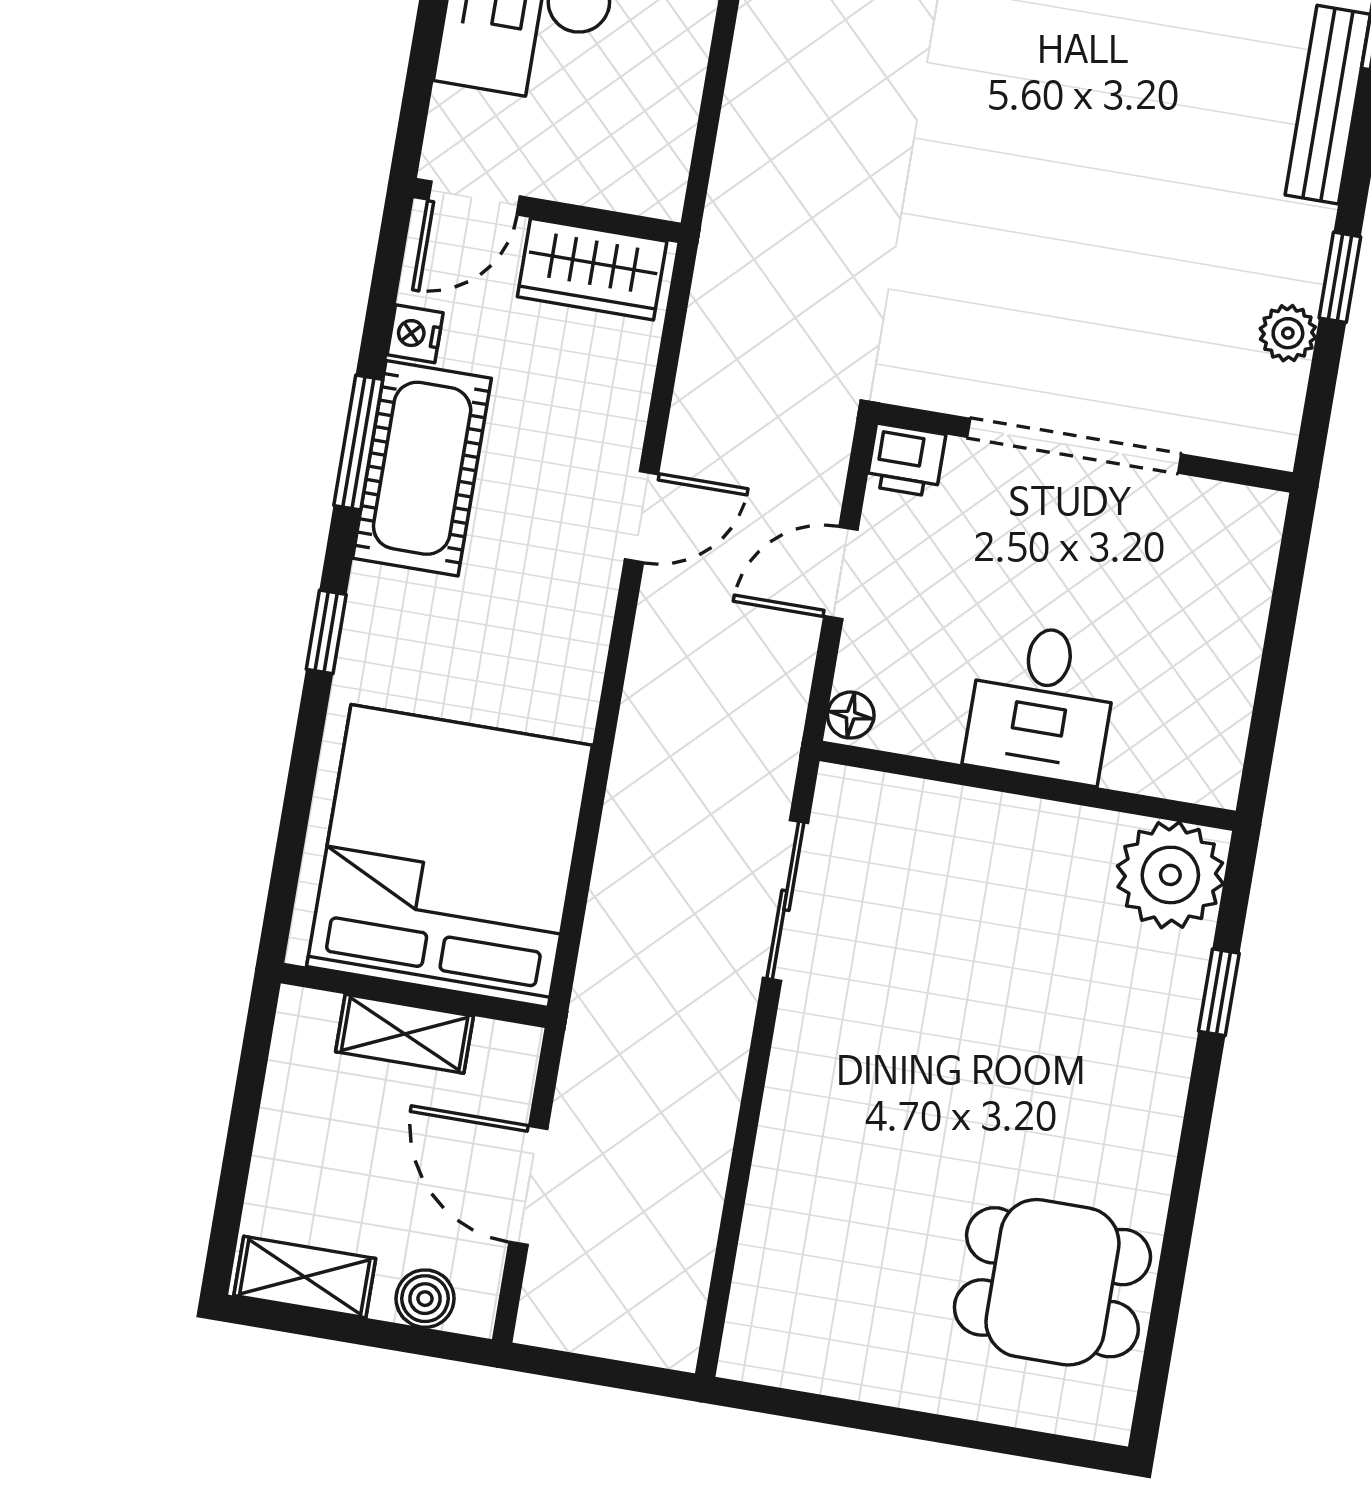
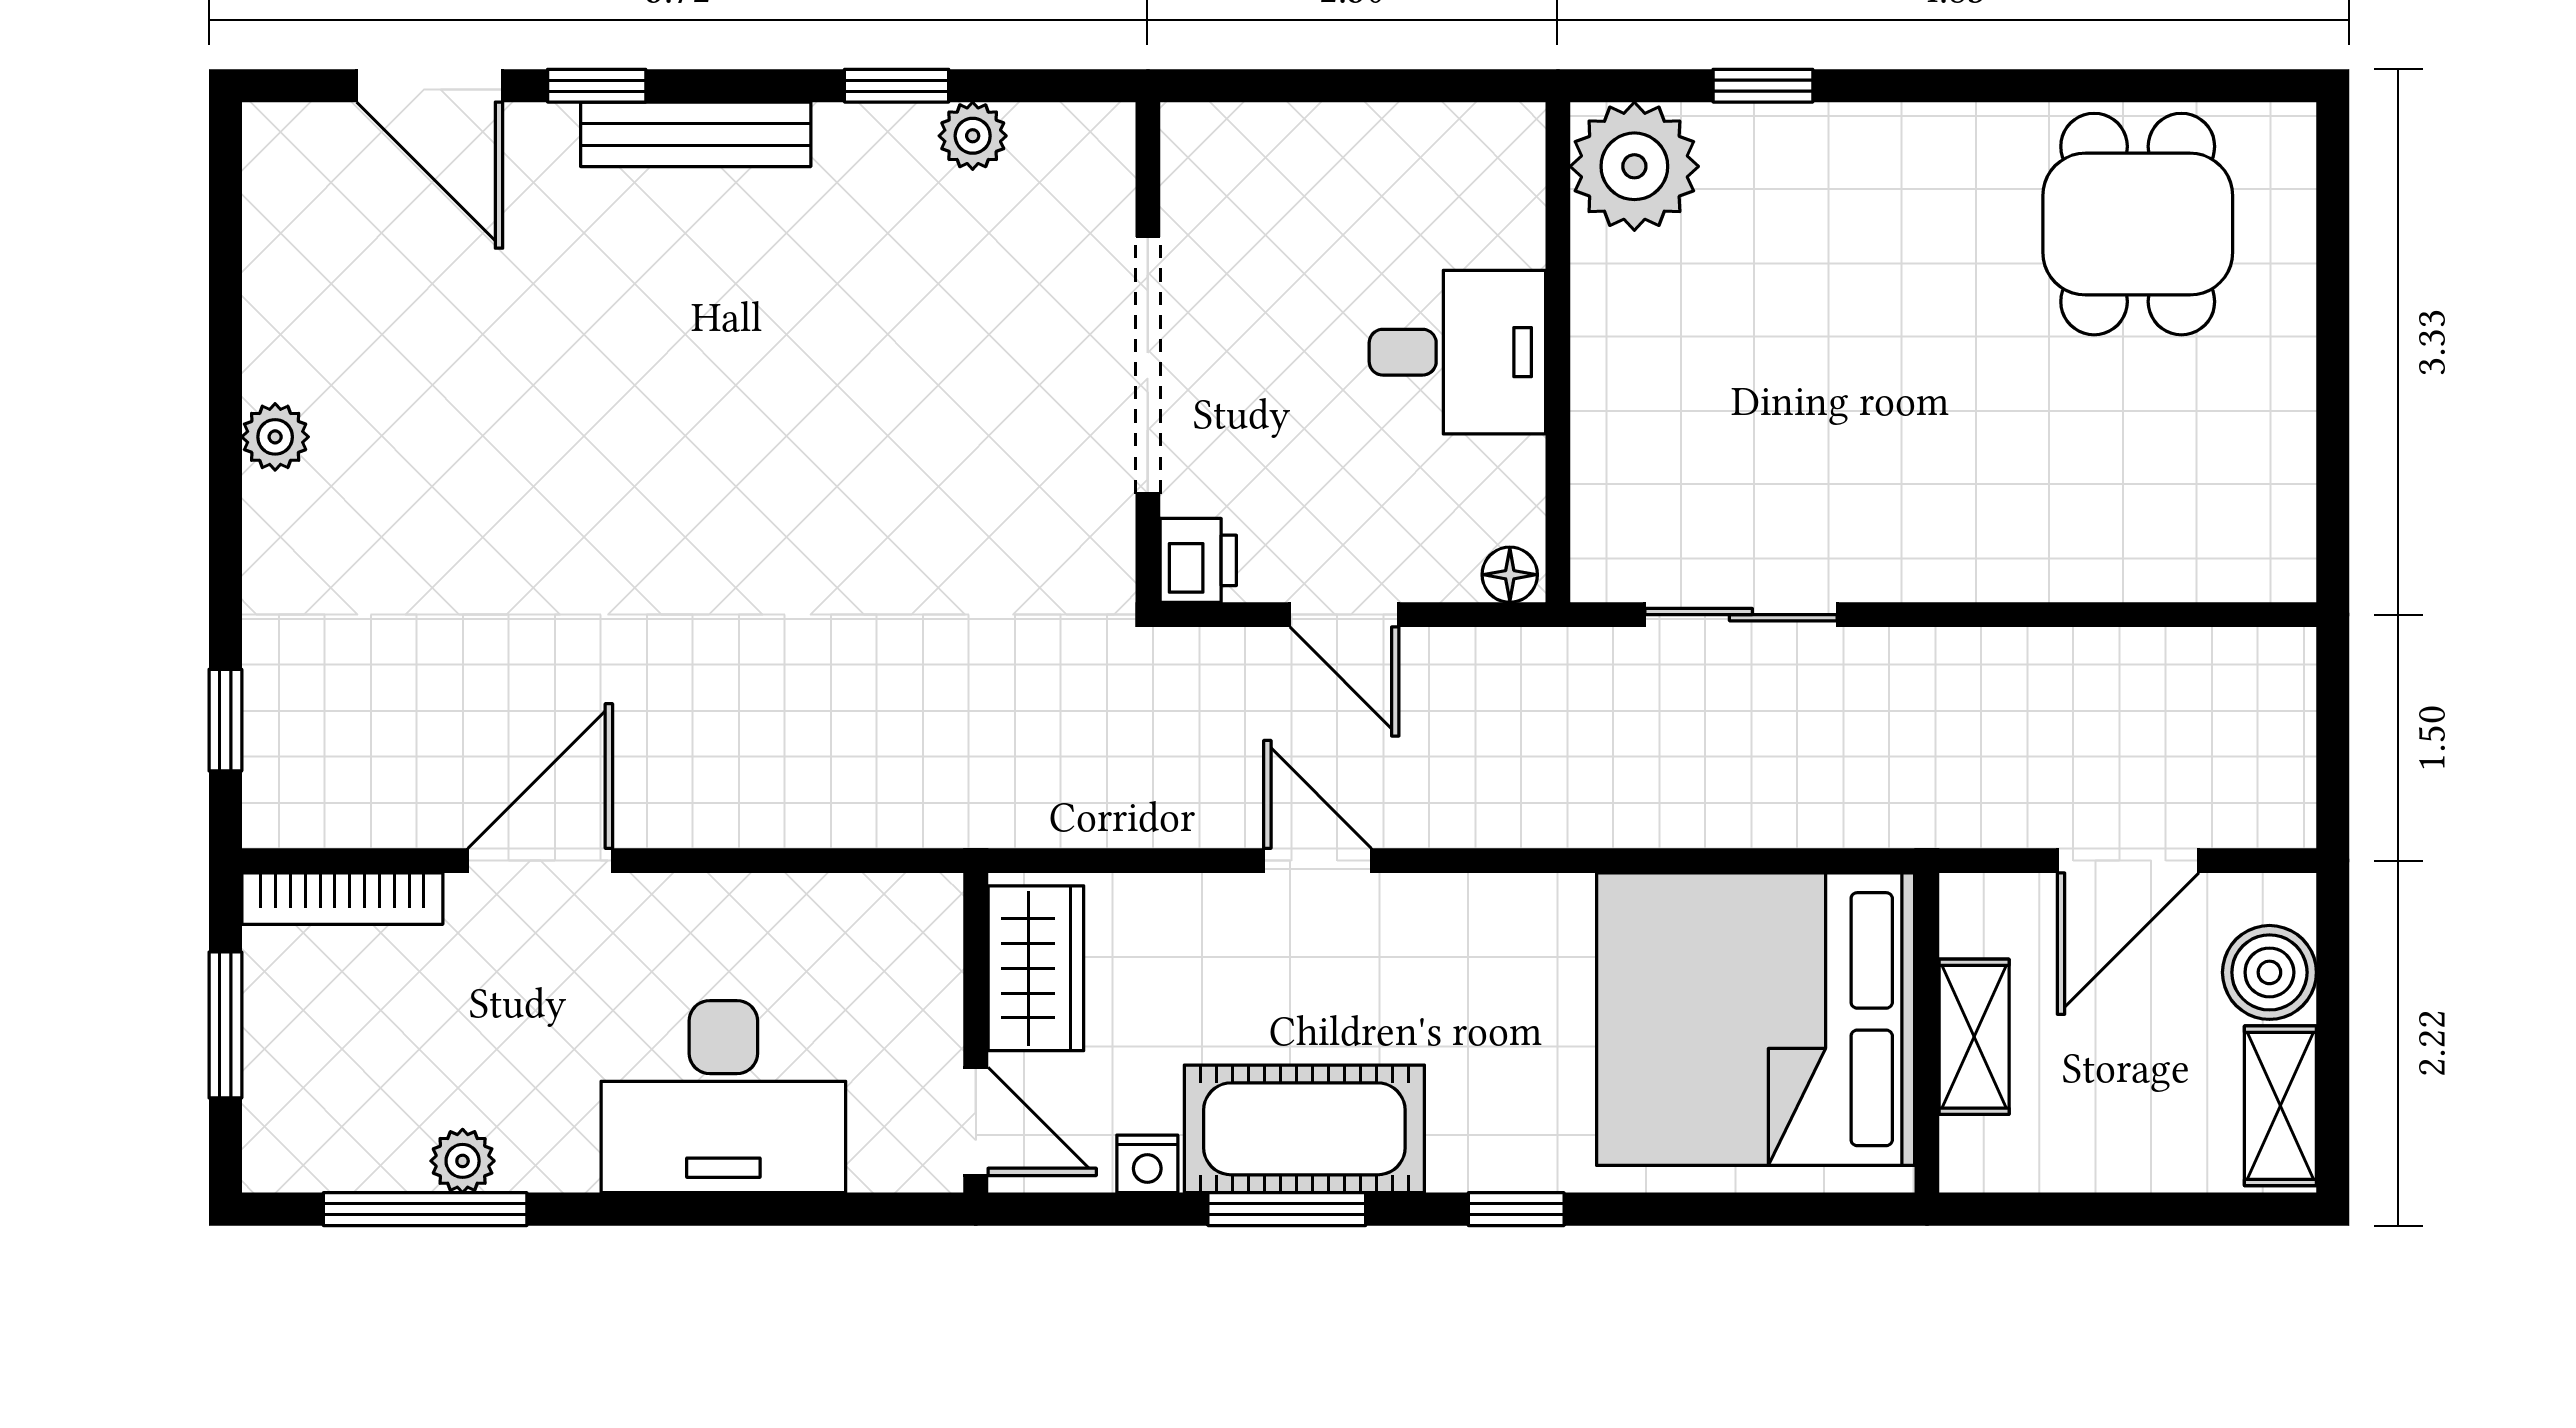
boiler: (425, 1299) -> (2269, 972), width x1.36, depth x1.36

